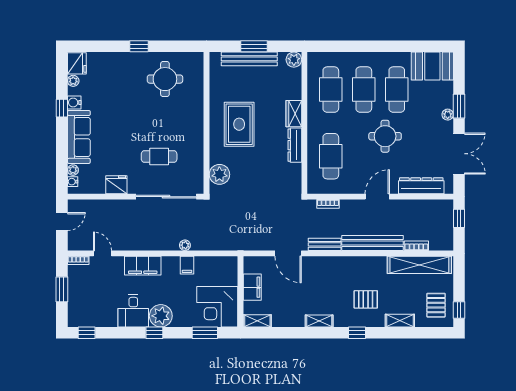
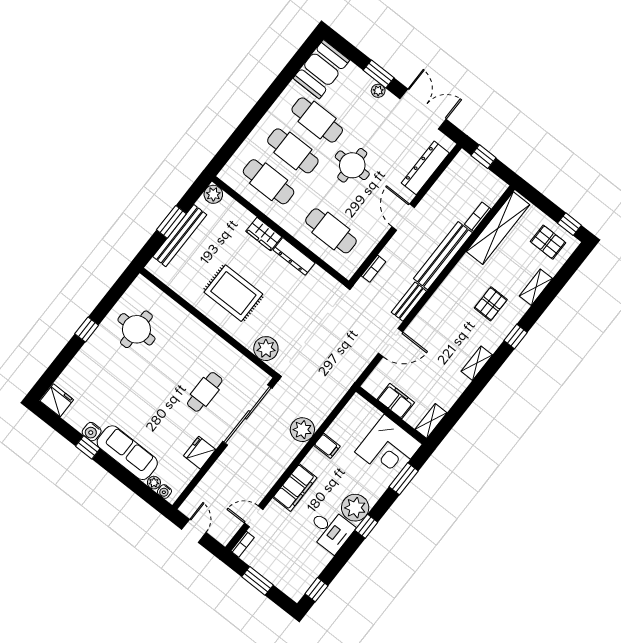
plant: (73, 81) -> (71, 417), removed
plant: (185, 245) -> (302, 430), width x1.88, depth x1.88

